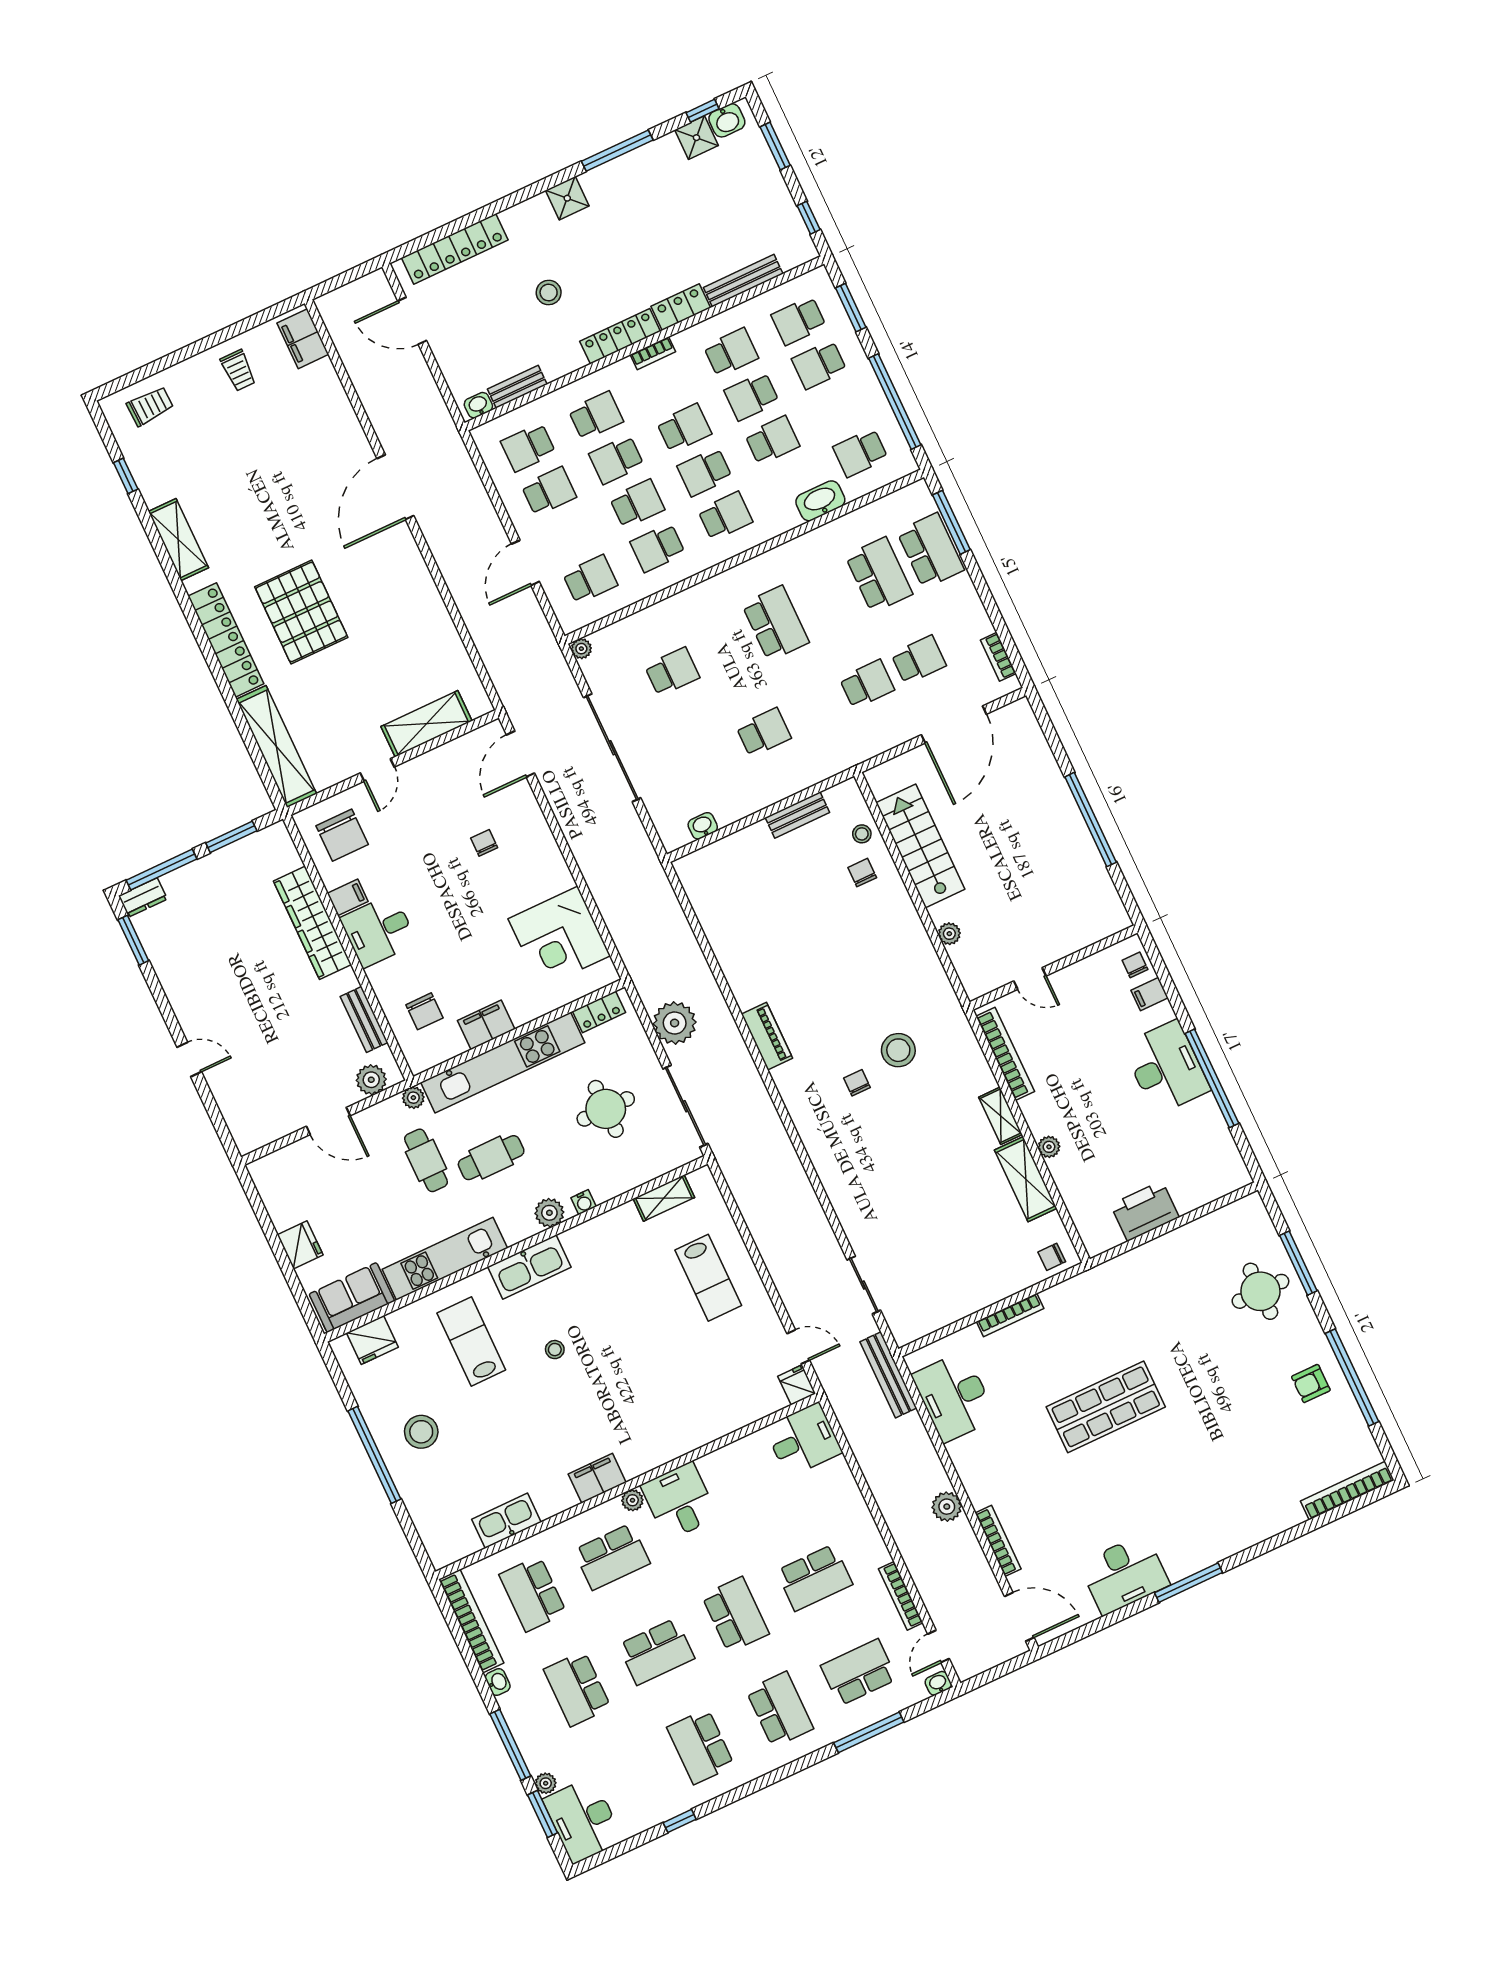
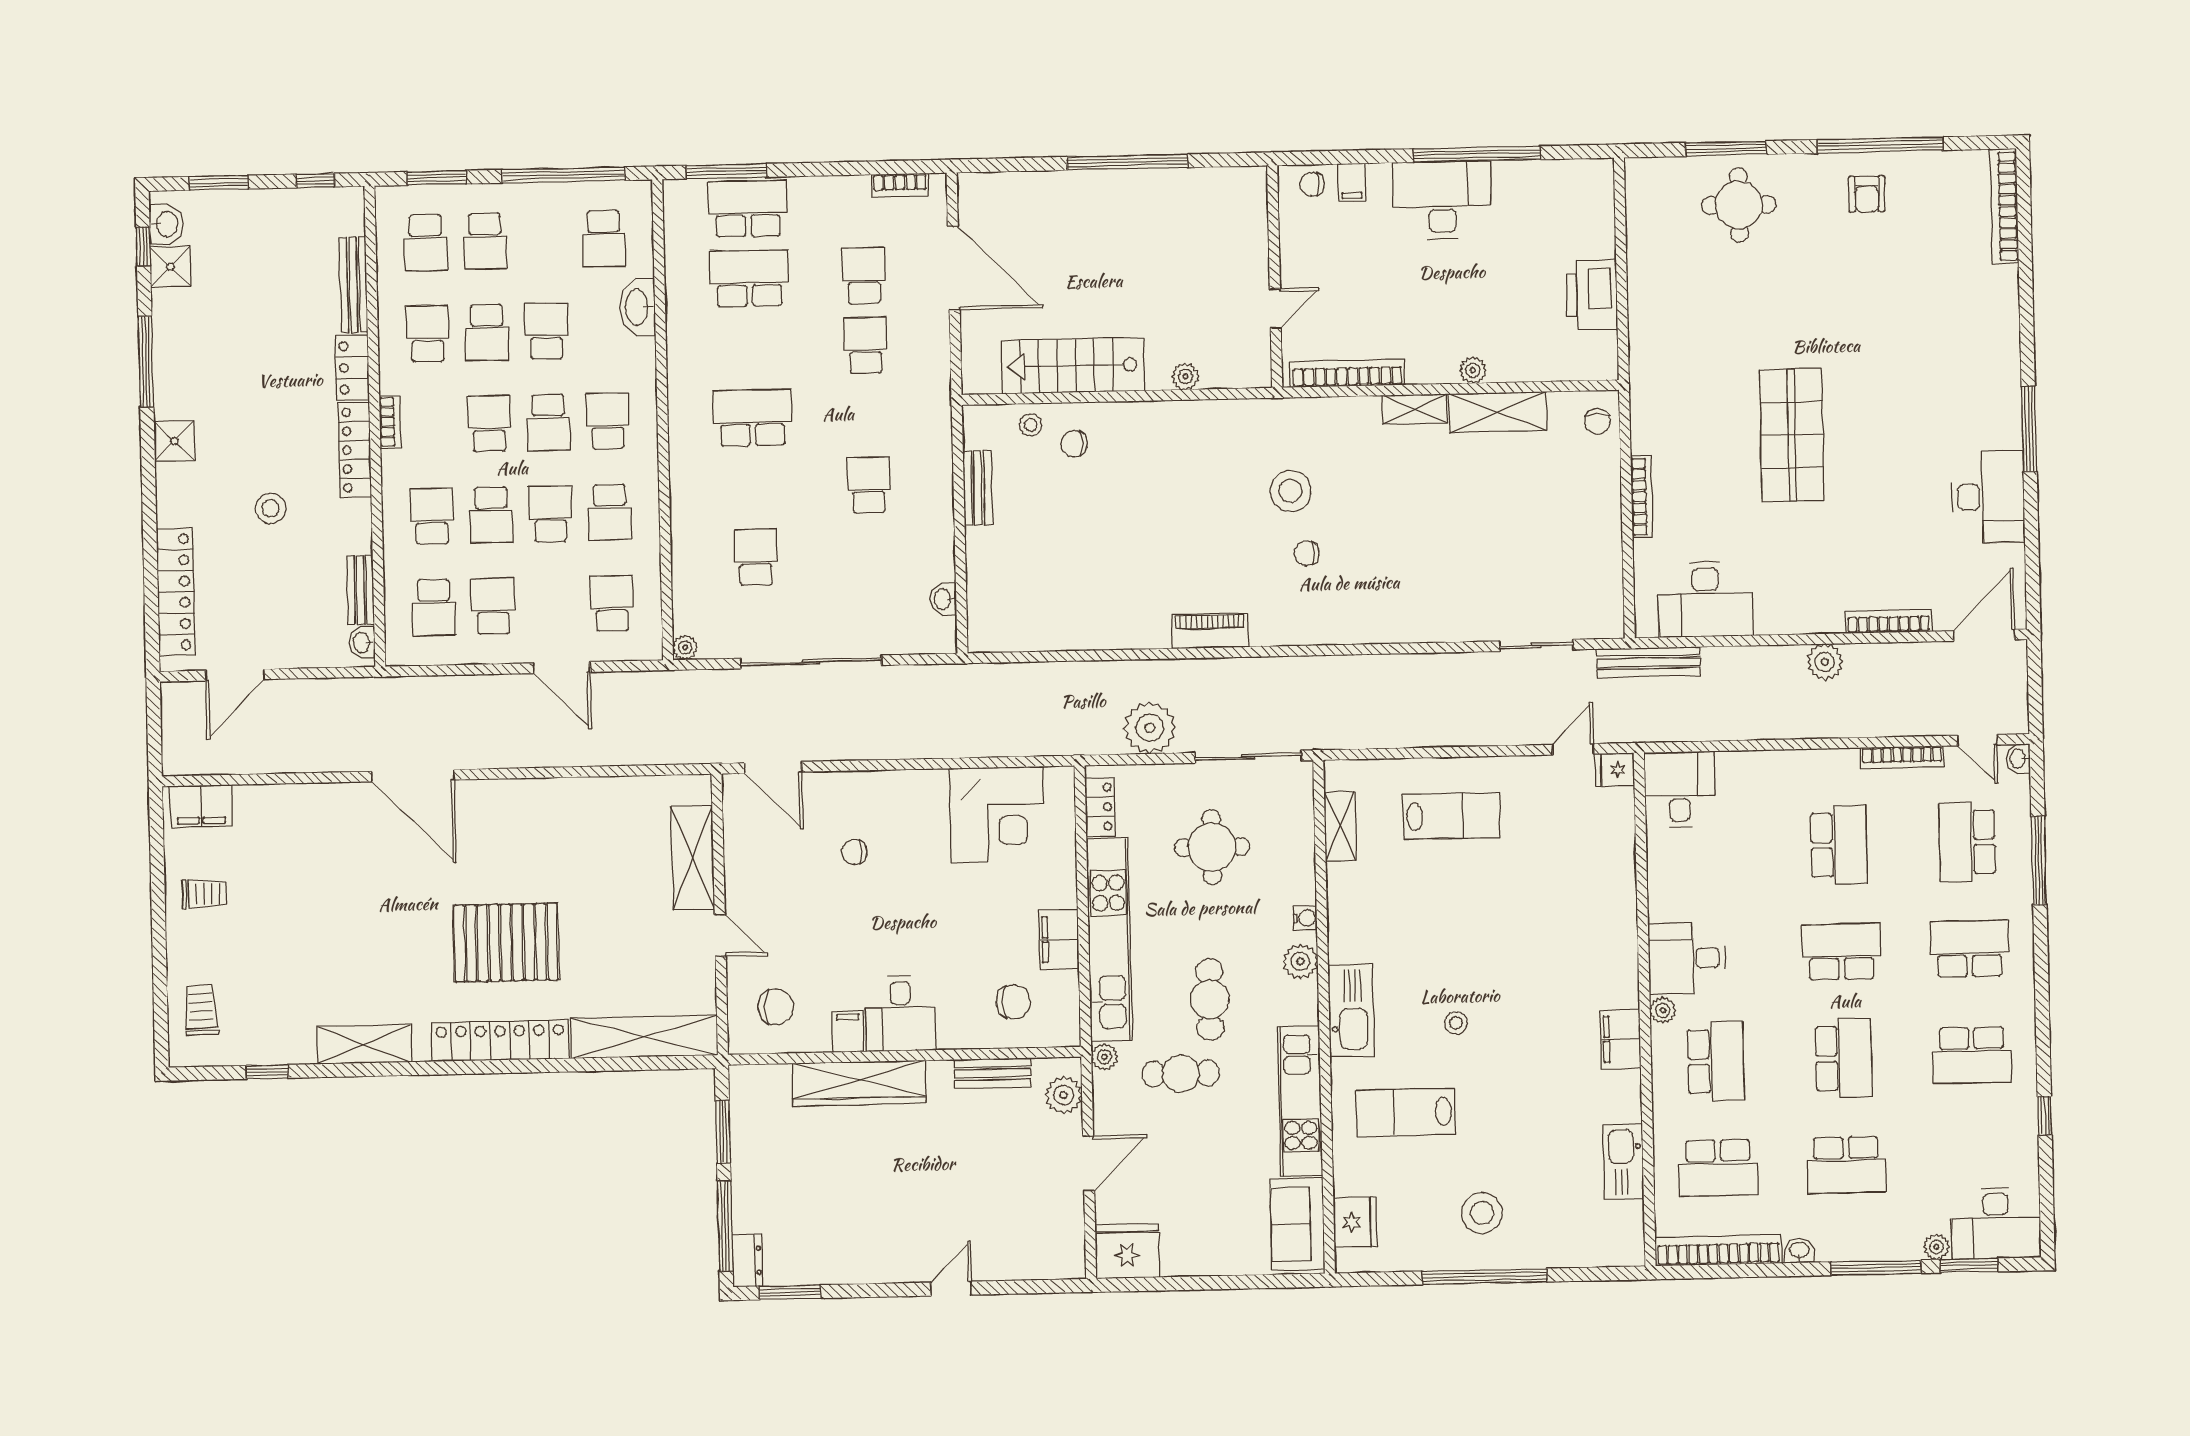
chair: (342, 835) -> (776, 1007), width x0.73, depth x0.73
fridge: (300, 1245) -> (1127, 1251), moved, width x1.36, depth x1.34

